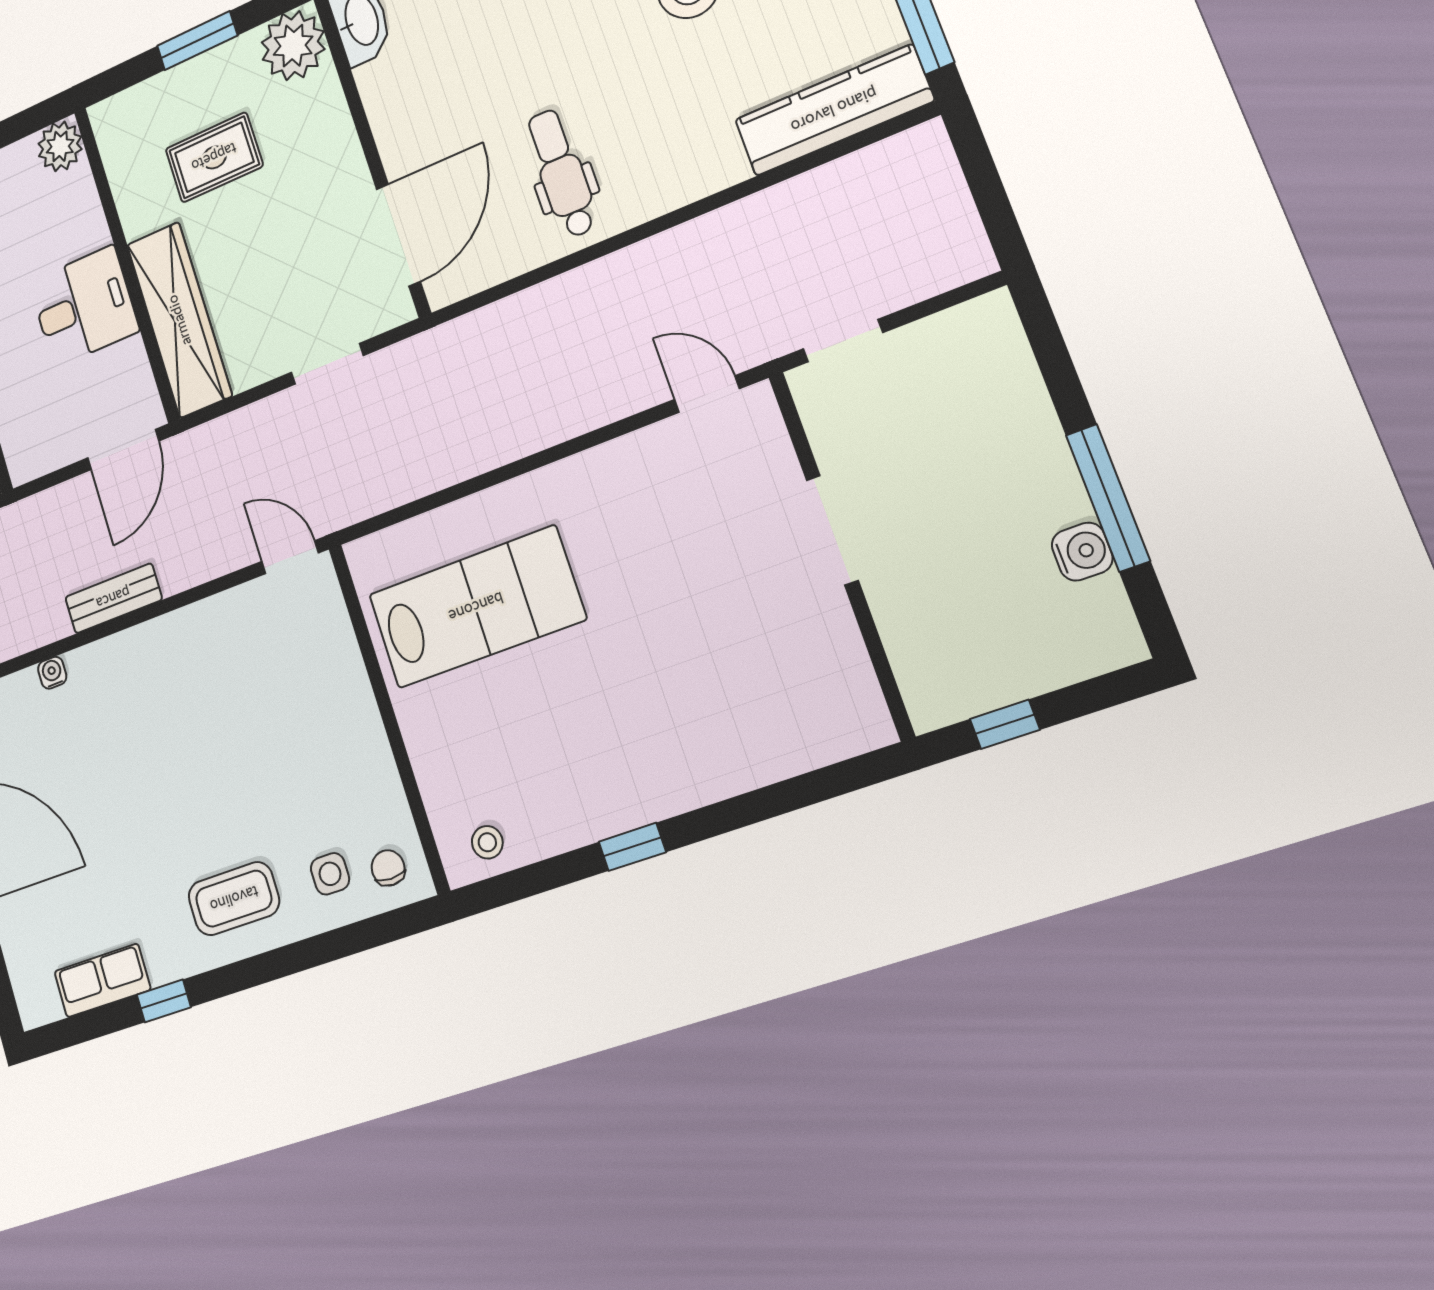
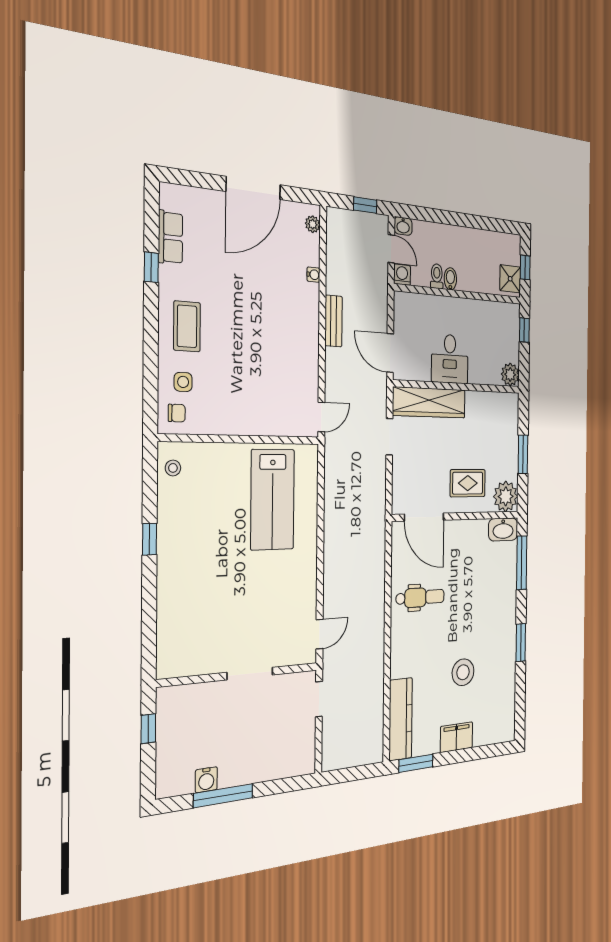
rug: (214, 157) -> (468, 483), moved, turned 90
doorway: (327, 364) -> (389, 437), moved

